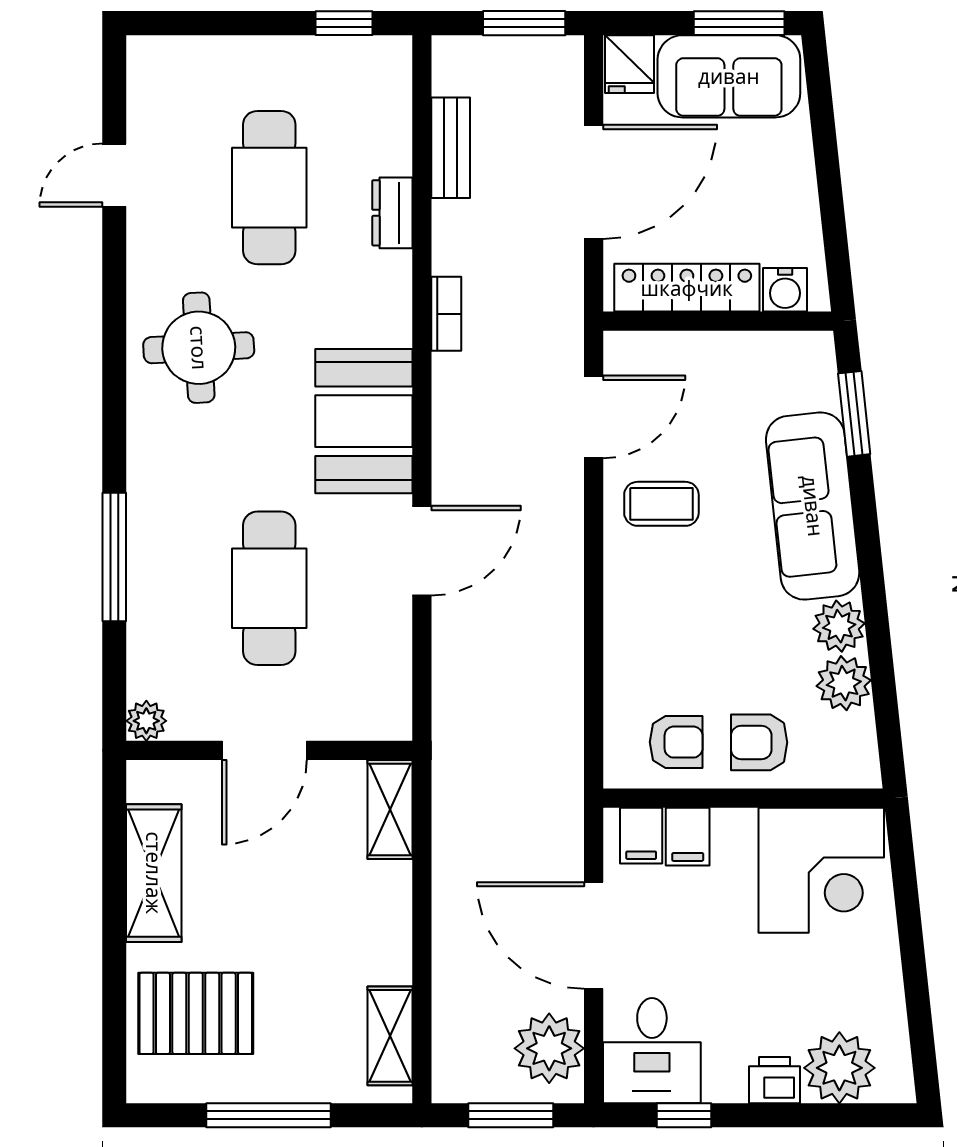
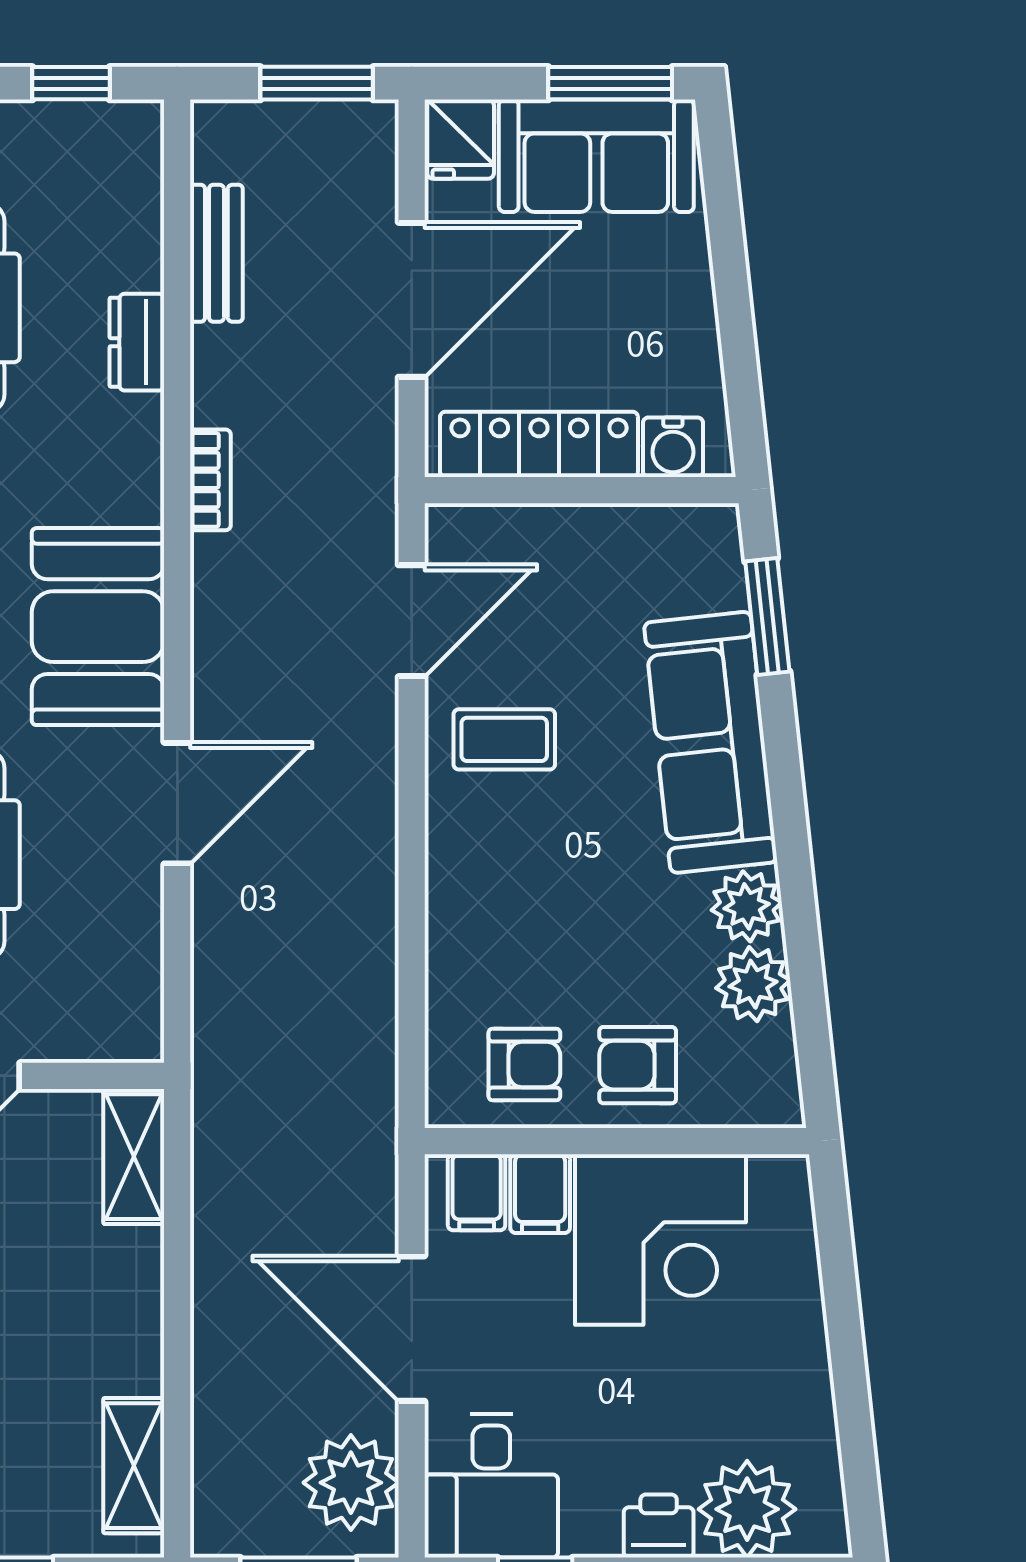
corner desk: (821, 870) -> (660, 1239), moved

